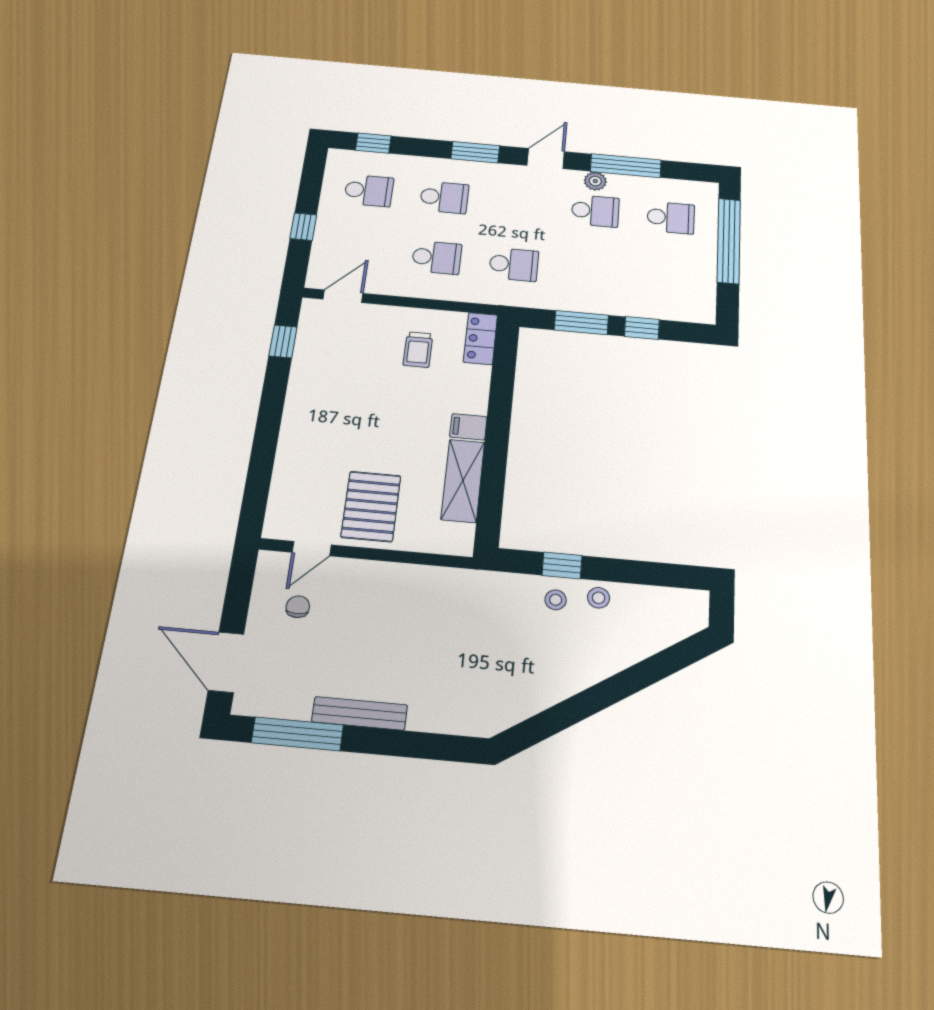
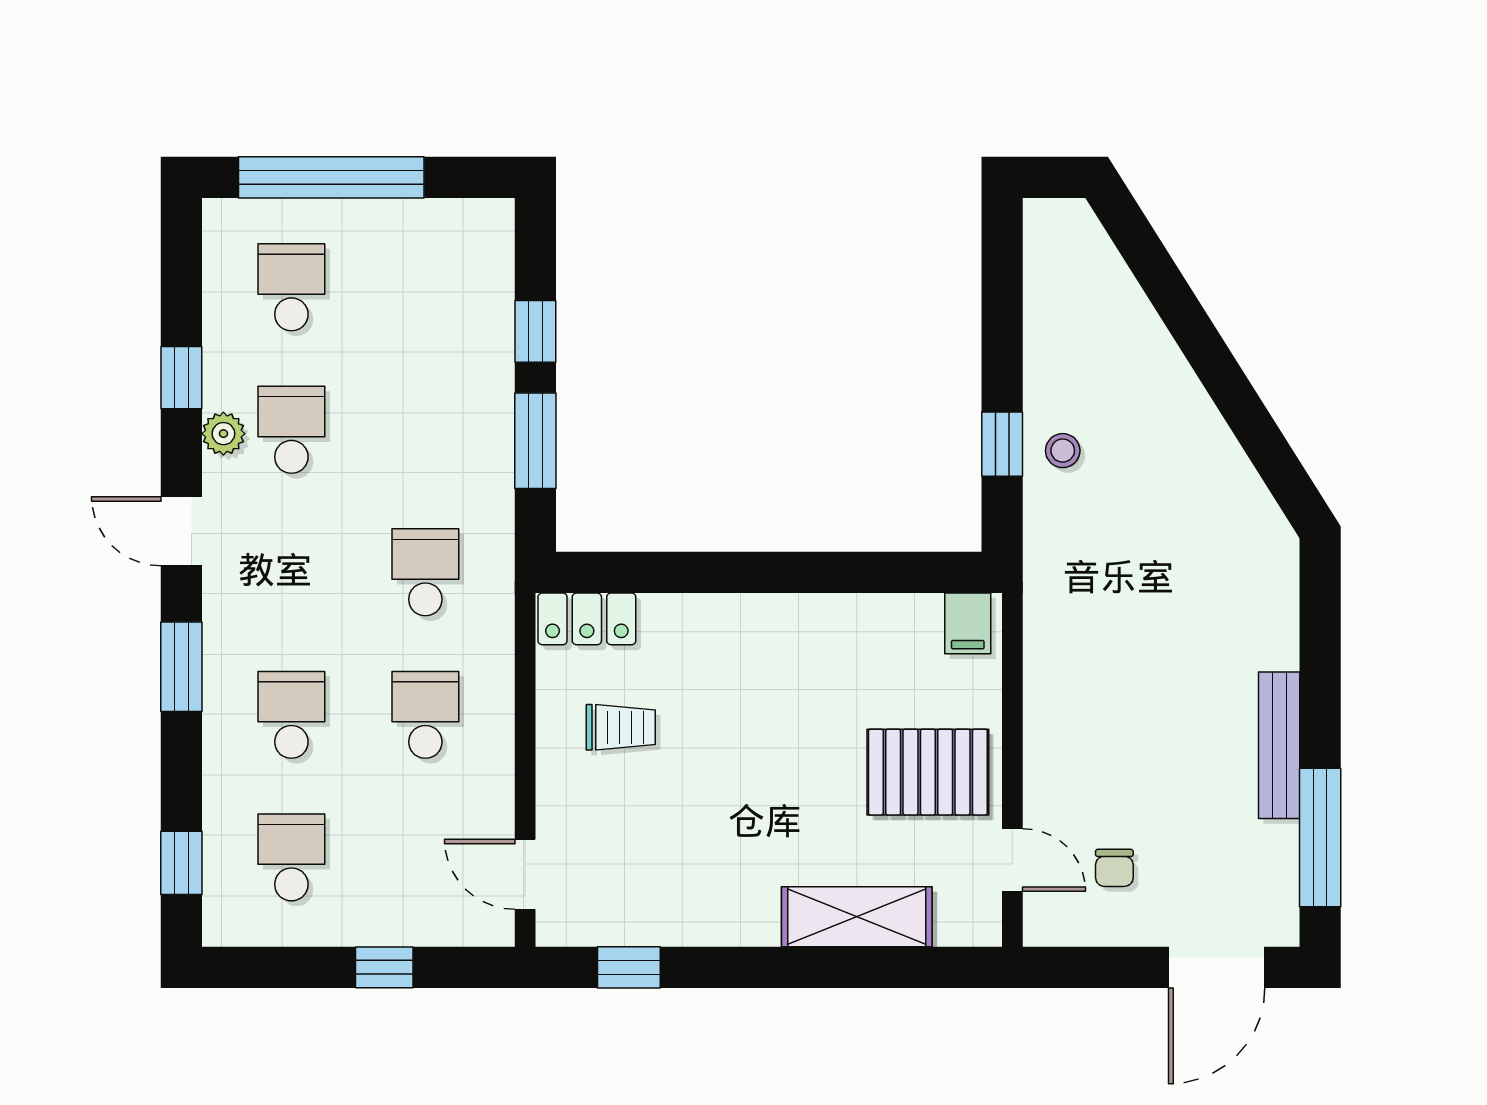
window: (626, 166) -> (181, 378), width x0.46
filing cabinet: (468, 427) -> (968, 623), moved
shelving: (463, 481) -> (857, 917), moved
stool: (599, 598) -> (1052, 380), removed
chair: (298, 607) -> (1114, 868), turned -90

